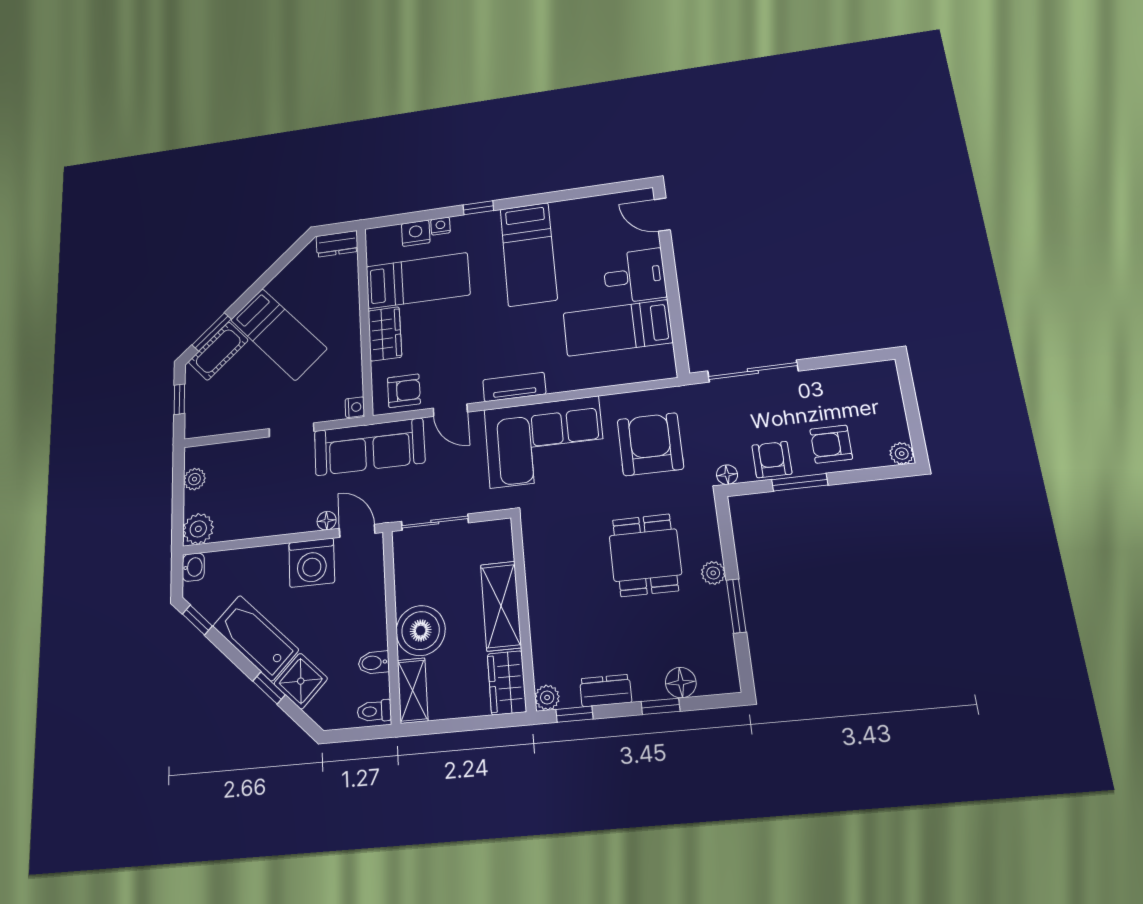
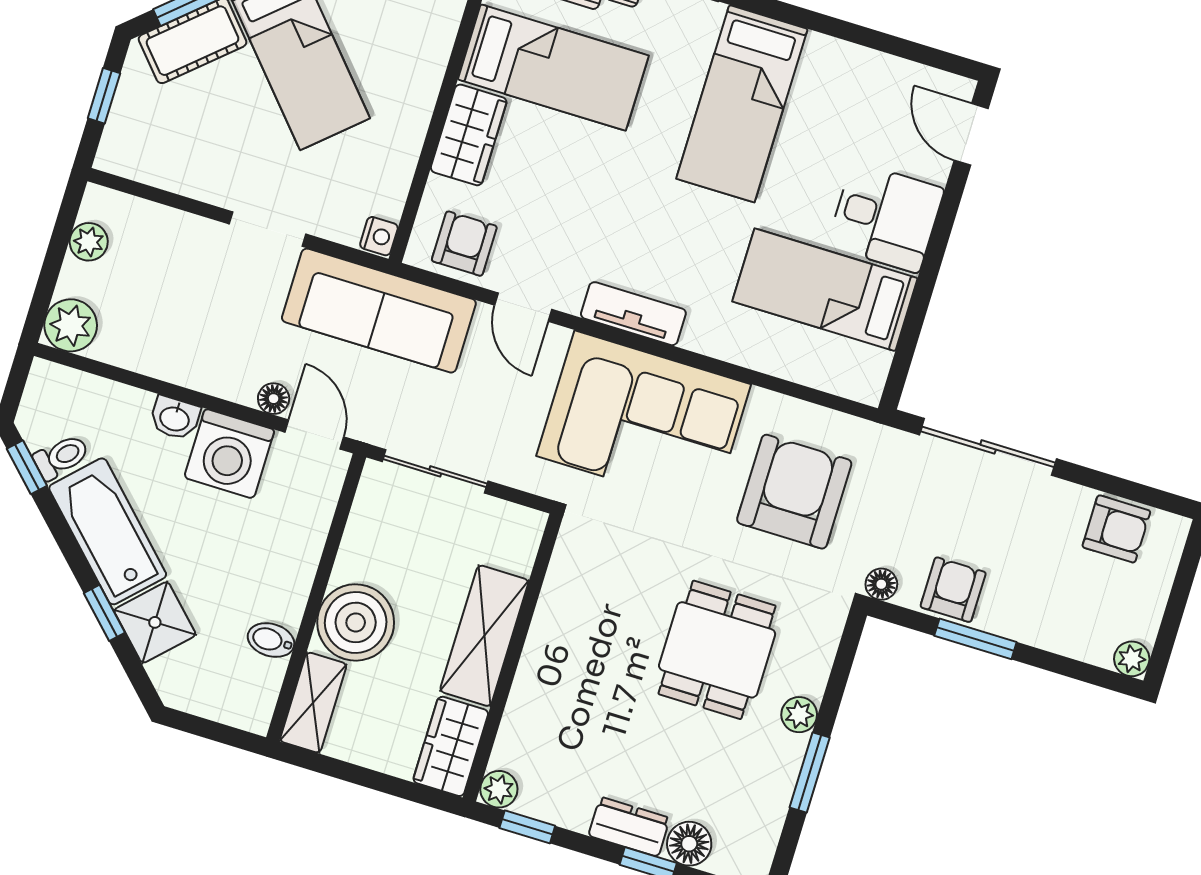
armchair: (404, 391) -> (464, 244), turned -90
armchair: (831, 444) -> (1116, 529), moved, turned 180
washbasin: (193, 567) -> (175, 418), moved, turned 90
dresser: (606, 691) -> (629, 827), moved
toilet: (374, 711) -> (61, 457), moved, turned 135

